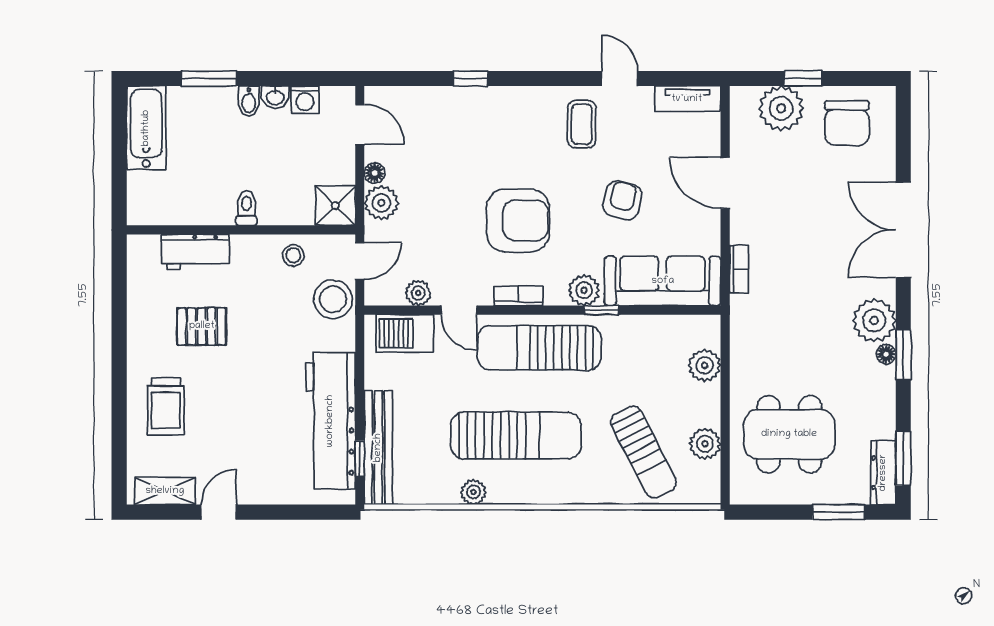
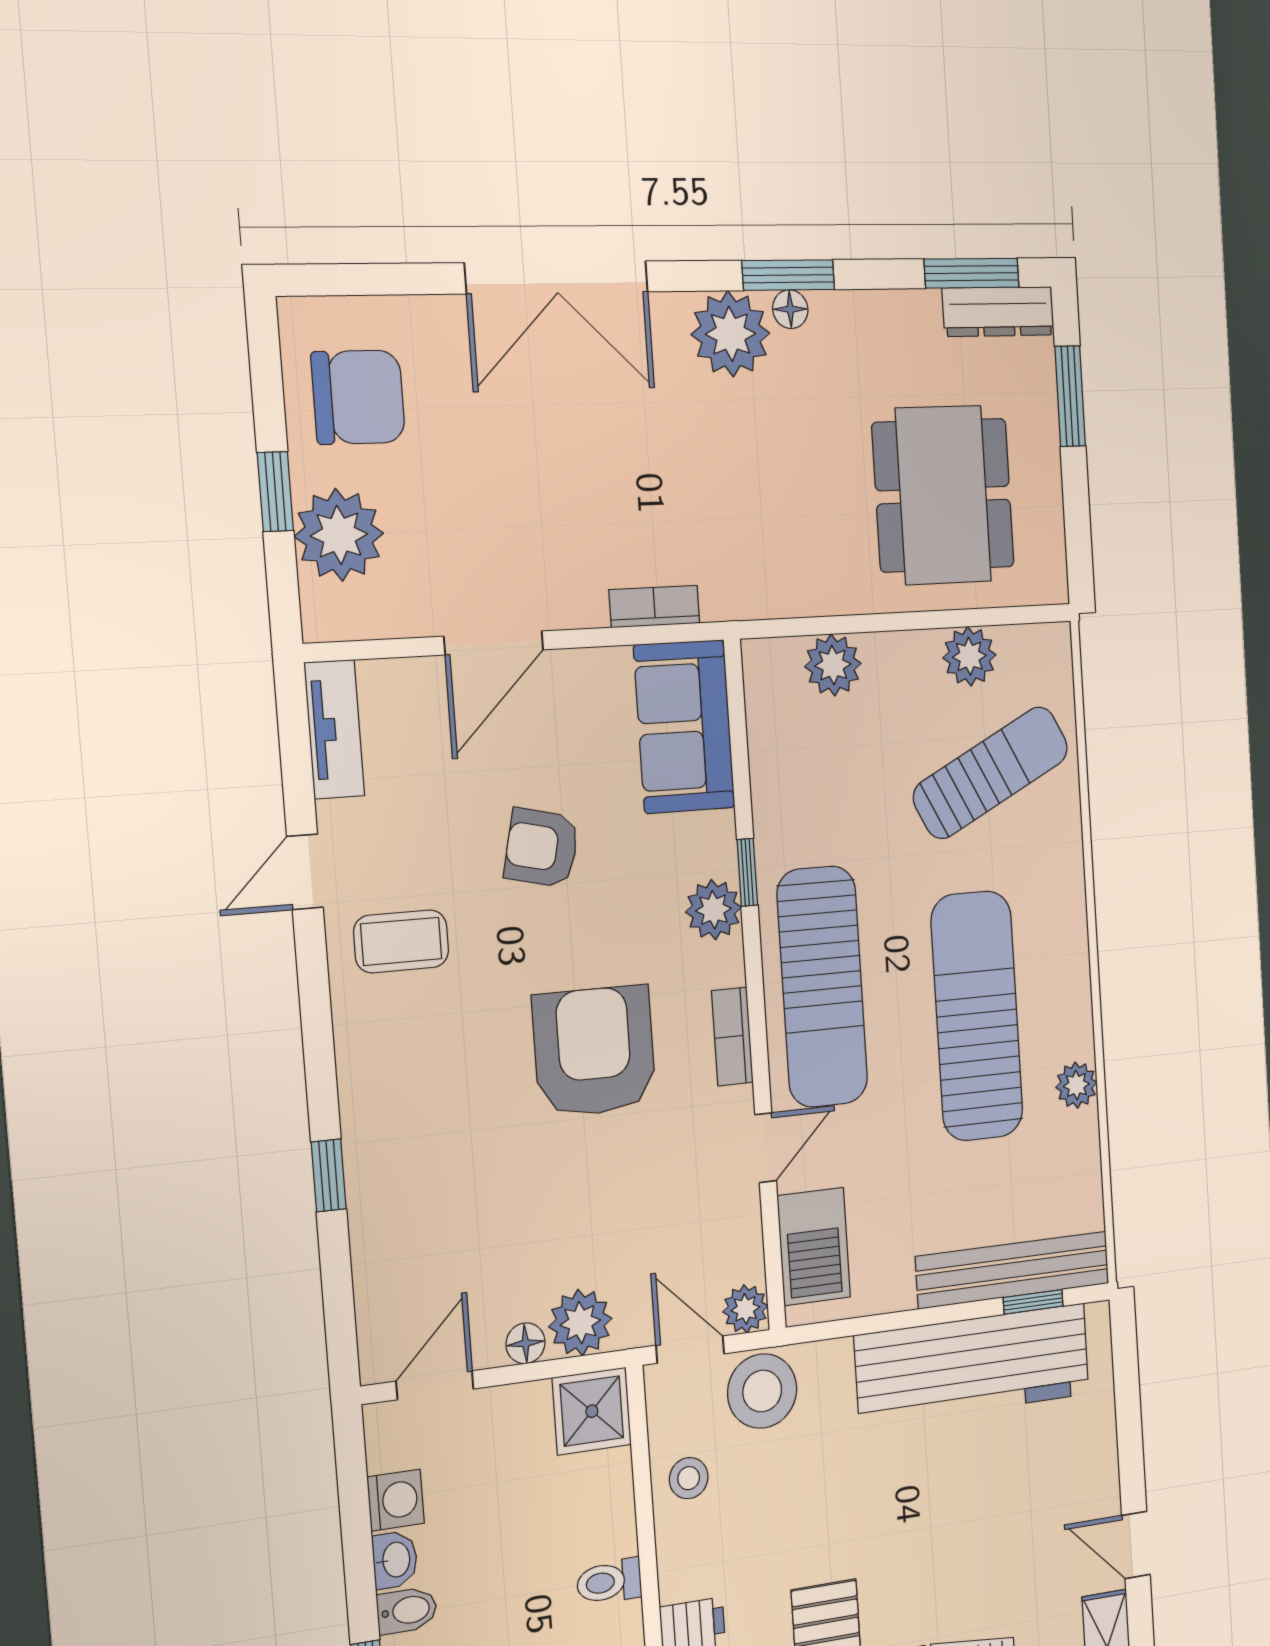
sofa: (663, 281) -> (684, 727), width x0.73
plant: (418, 293) -> (745, 1309), moved

